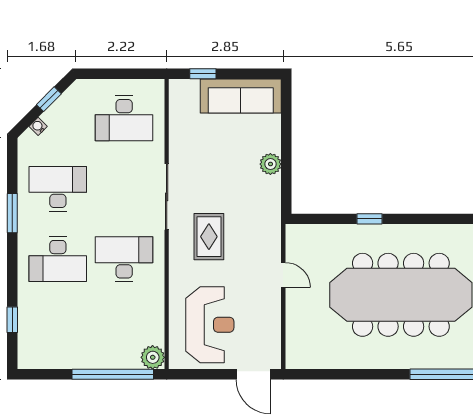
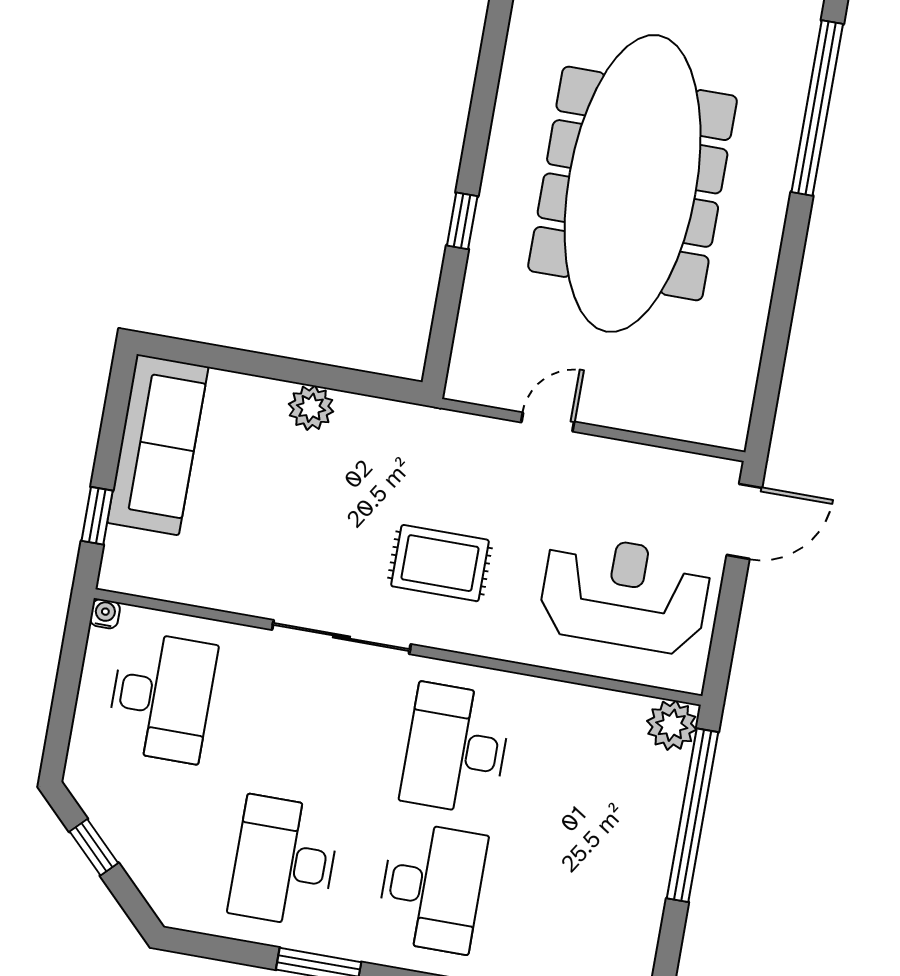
water cooler: (38, 126) -> (105, 614), moved, turned 135

